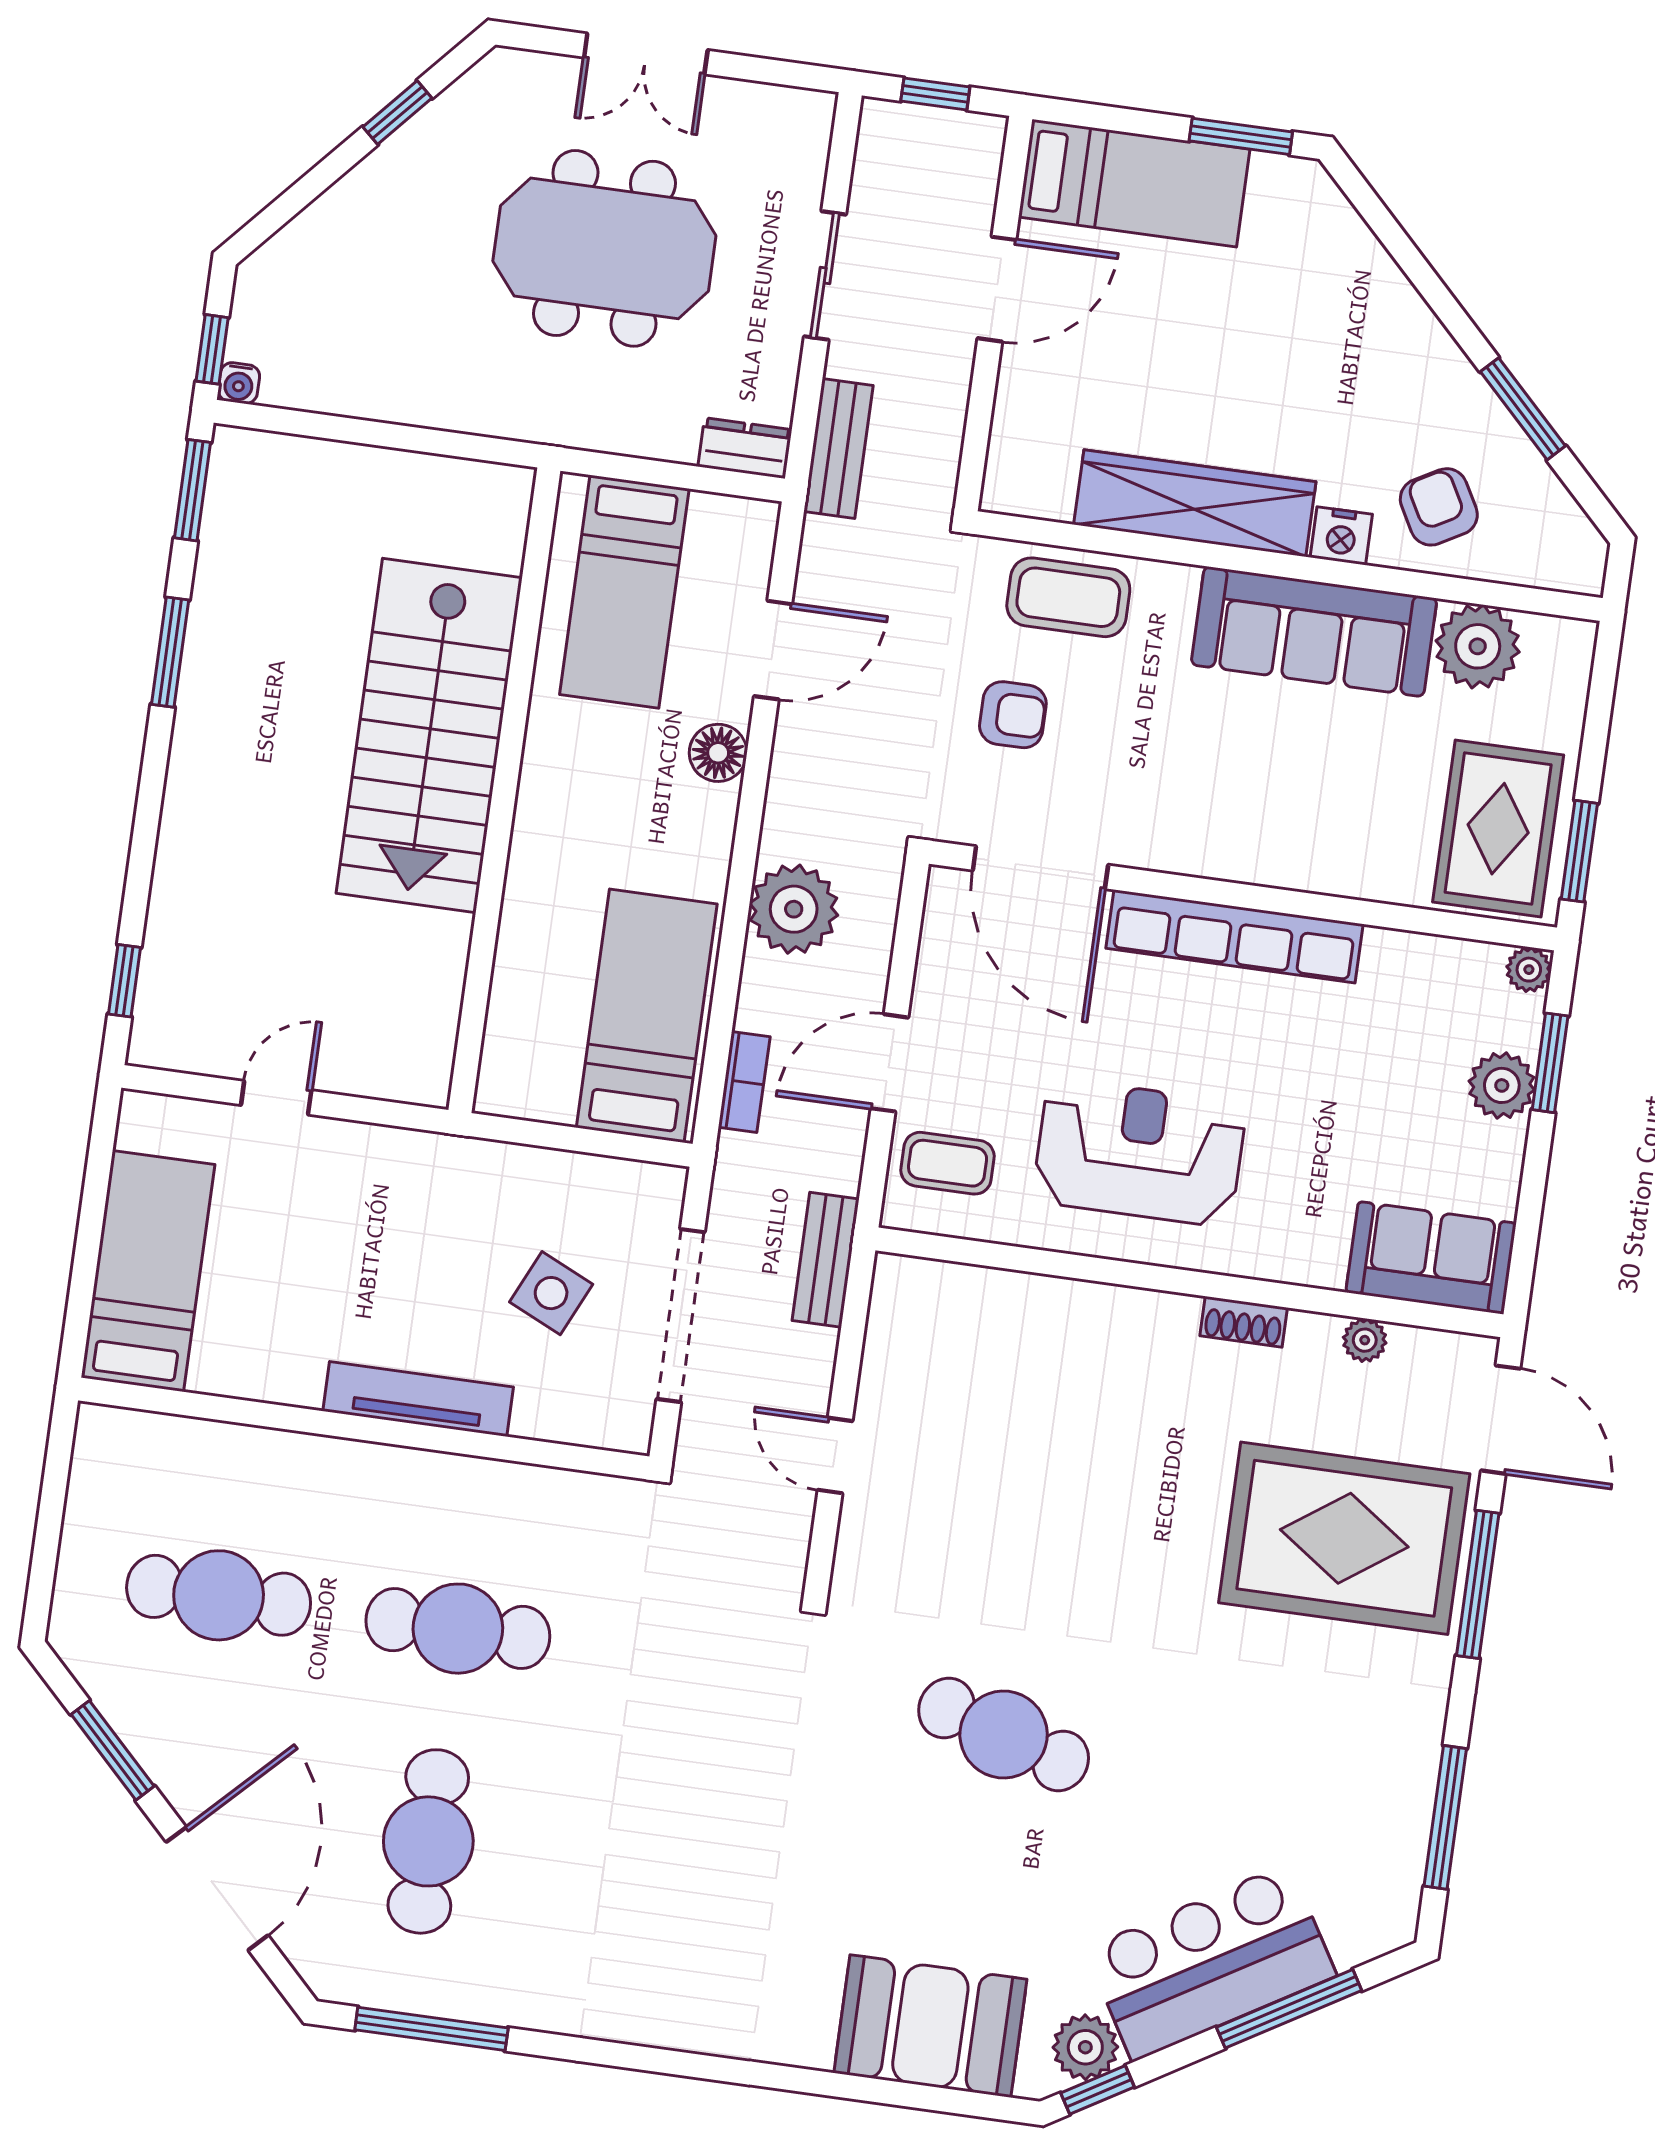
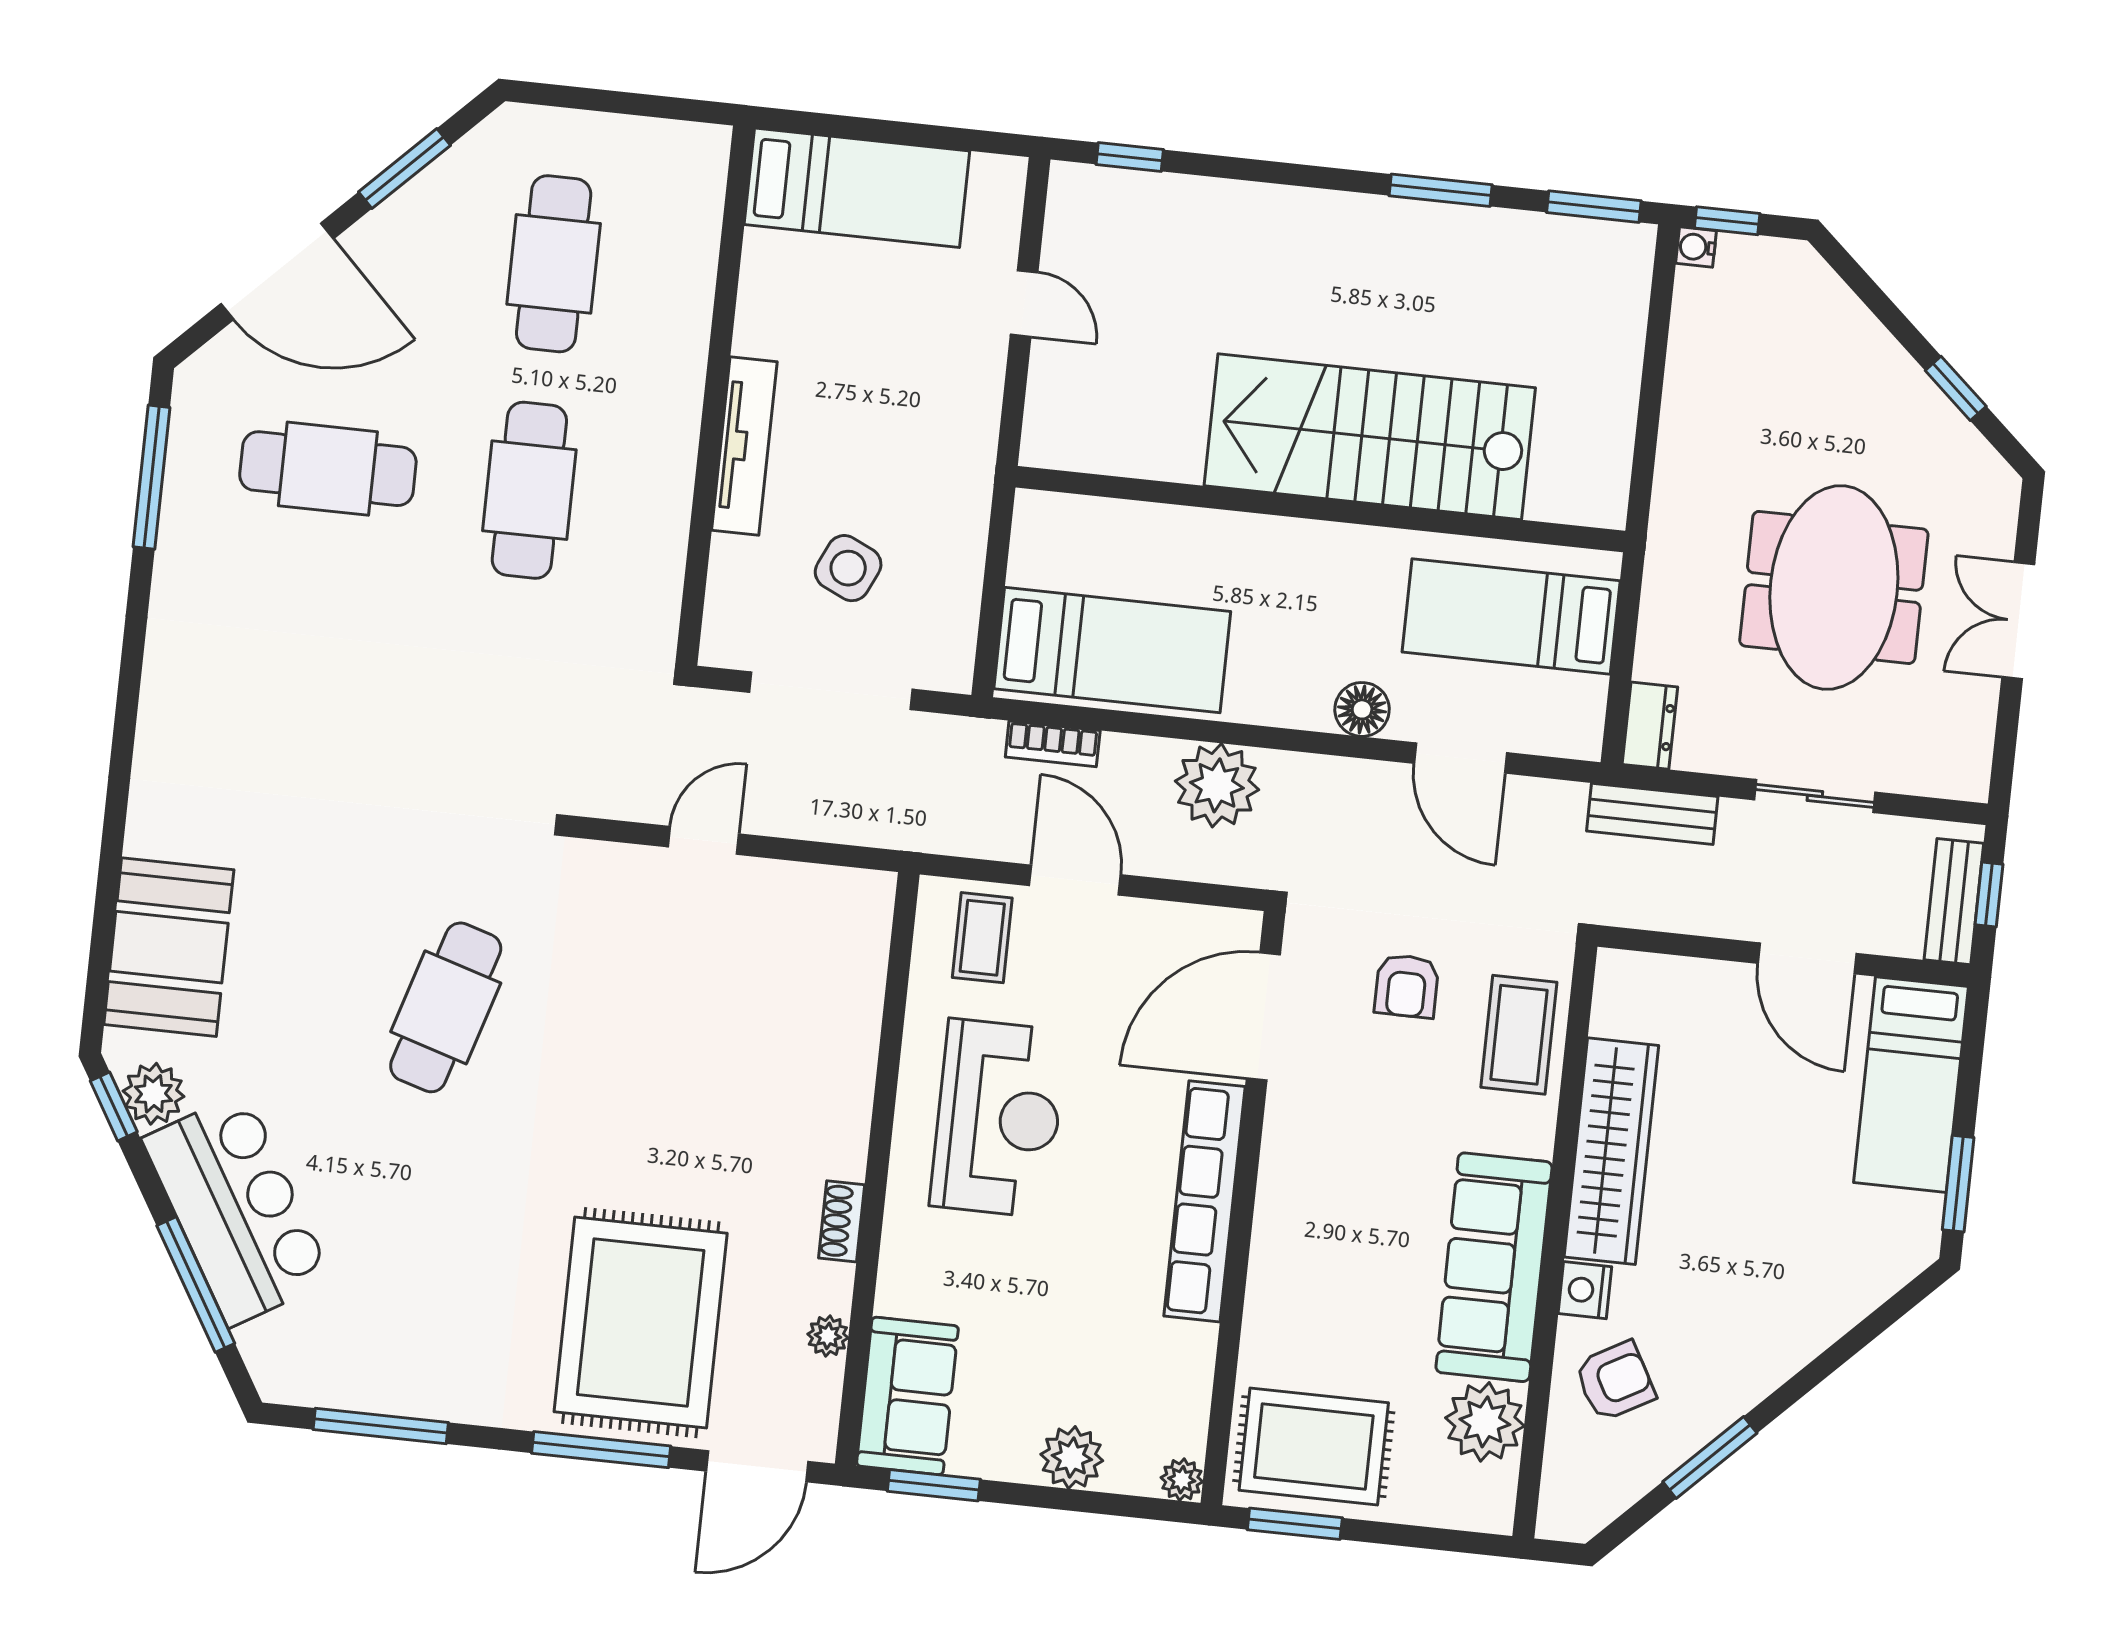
window: (1550, 1063) -> (934, 1485), moved
bench: (826, 1260) -> (1954, 902), moved, turned 90

